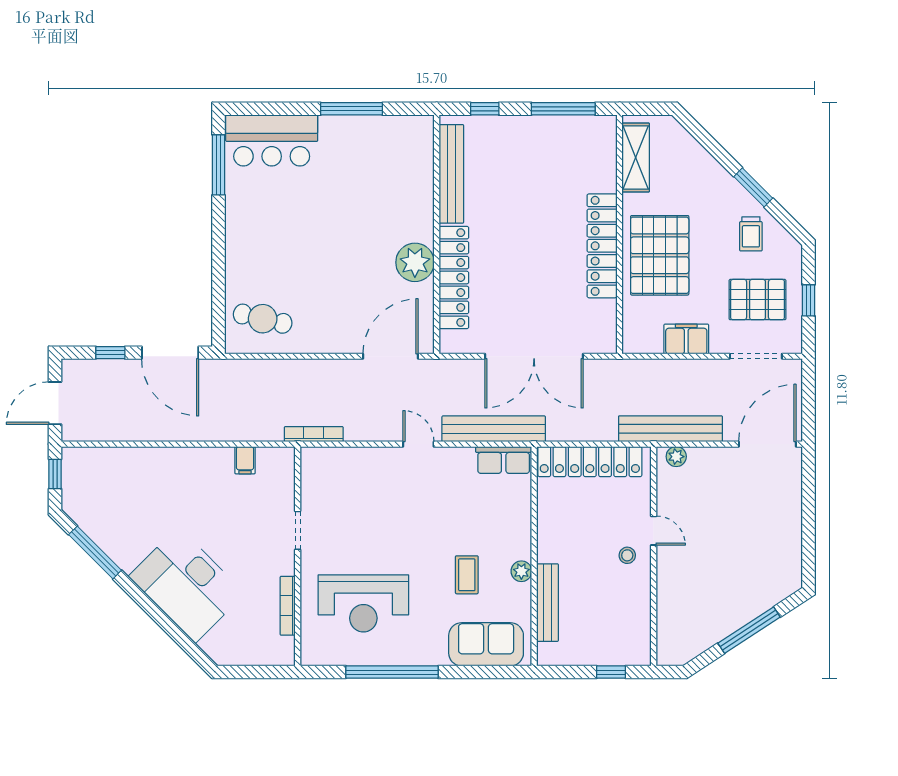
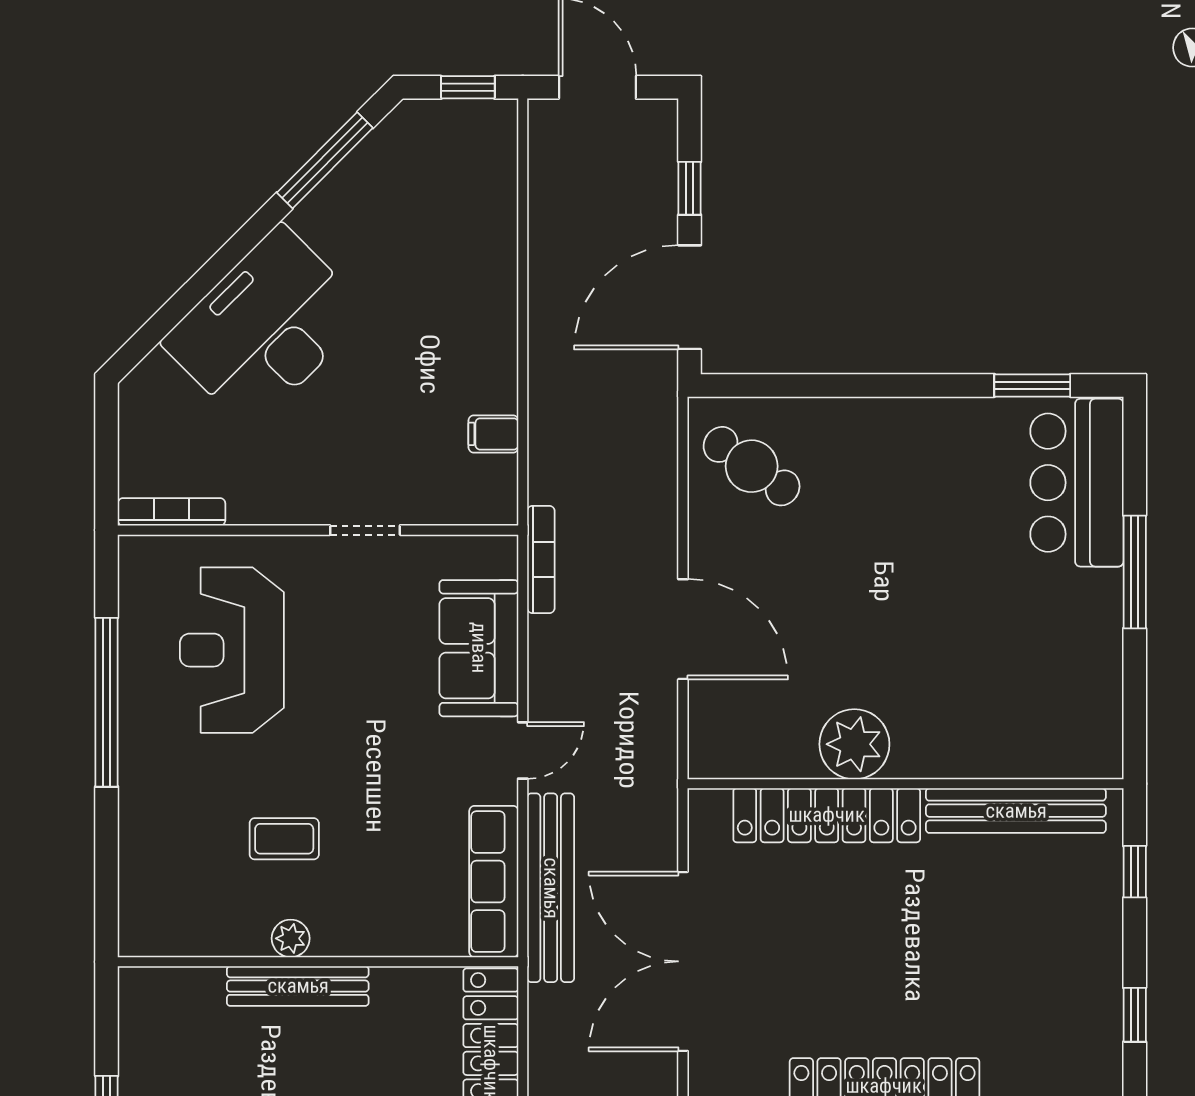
window: (351, 109) -> (1135, 572), moved
window: (563, 109) -> (1135, 1015), width x0.46
window: (218, 165) -> (1032, 385), width x0.69
cafe table: (263, 319) -> (752, 466), turned -68
door: (390, 356) -> (683, 629), moved
row of seats: (504, 460) -> (494, 882), width x1.48
bench: (547, 603) -> (298, 986), moved
bookcase: (288, 606) -> (172, 512), moved
sofa: (486, 644) -> (479, 648), moved, turned 180

